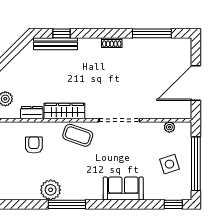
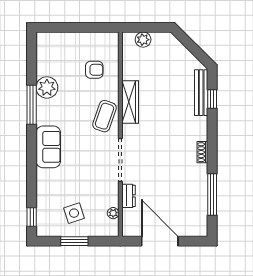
dresser: (32, 113) -> (128, 196), moved
window: (196, 164) -> (74, 241), width x0.47
sofa: (123, 188) -> (48, 147), moved

